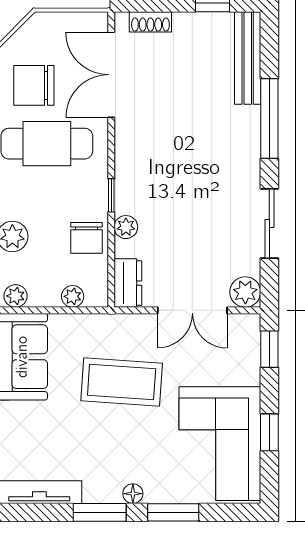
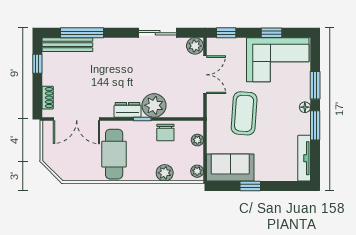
chair: (34, 85) -> (82, 161), removed
window: (269, 118) -> (82, 33), moved
plant: (126, 227) -> (154, 105), width x1.88, depth x1.88
chair: (86, 238) -> (165, 132), turned 90
dresser: (128, 283) -> (128, 110), moved

